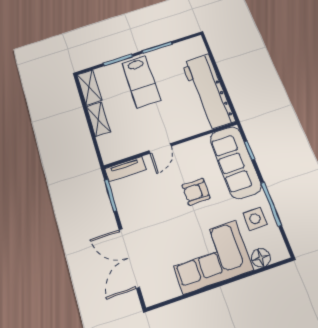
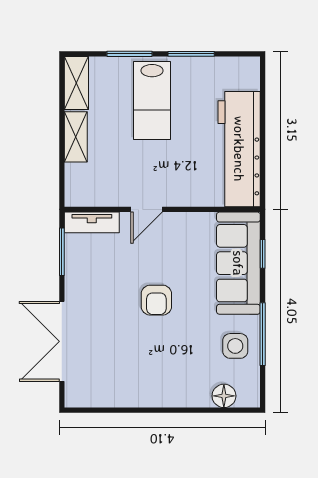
armchair: (196, 192) -> (156, 300), moved, turned -90
corner sofa: (210, 257) -> (162, 373), removed

